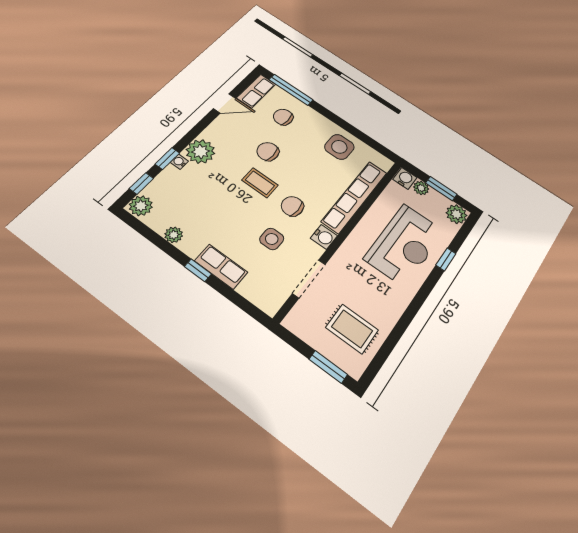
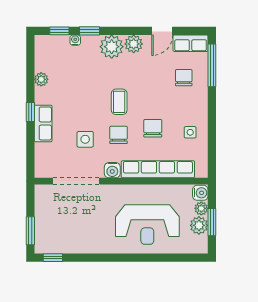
door: (225, 103) -> (162, 31), hinge flipped
side table: (339, 147) -> (190, 132), width x0.54, depth x0.54
chair: (268, 152) -> (153, 128), moved
water cooler: (179, 162) -> (75, 40), moved
plant: (141, 206) -> (134, 44), moved
plant: (456, 214) -> (199, 225), moved
window: (446, 259) -> (53, 258), moved
doorway: (309, 279) -> (76, 181), width x1.36
rug: (352, 329) -> (64, 229), removed

